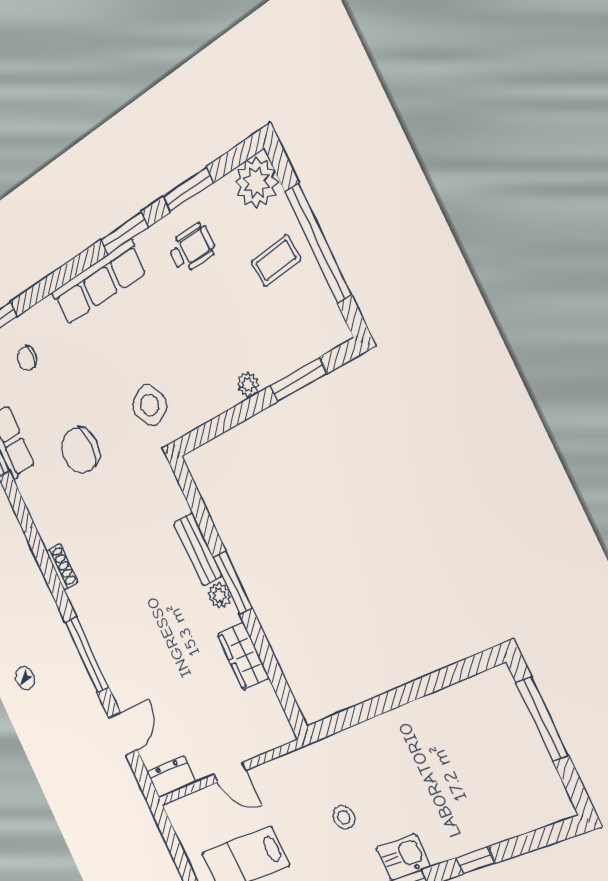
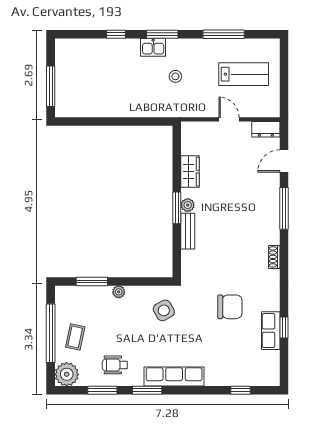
coffee table: (276, 261) -> (75, 337), turned -73
chair: (27, 358) -> (236, 364), removed
side table: (150, 405) -> (164, 310), moved

